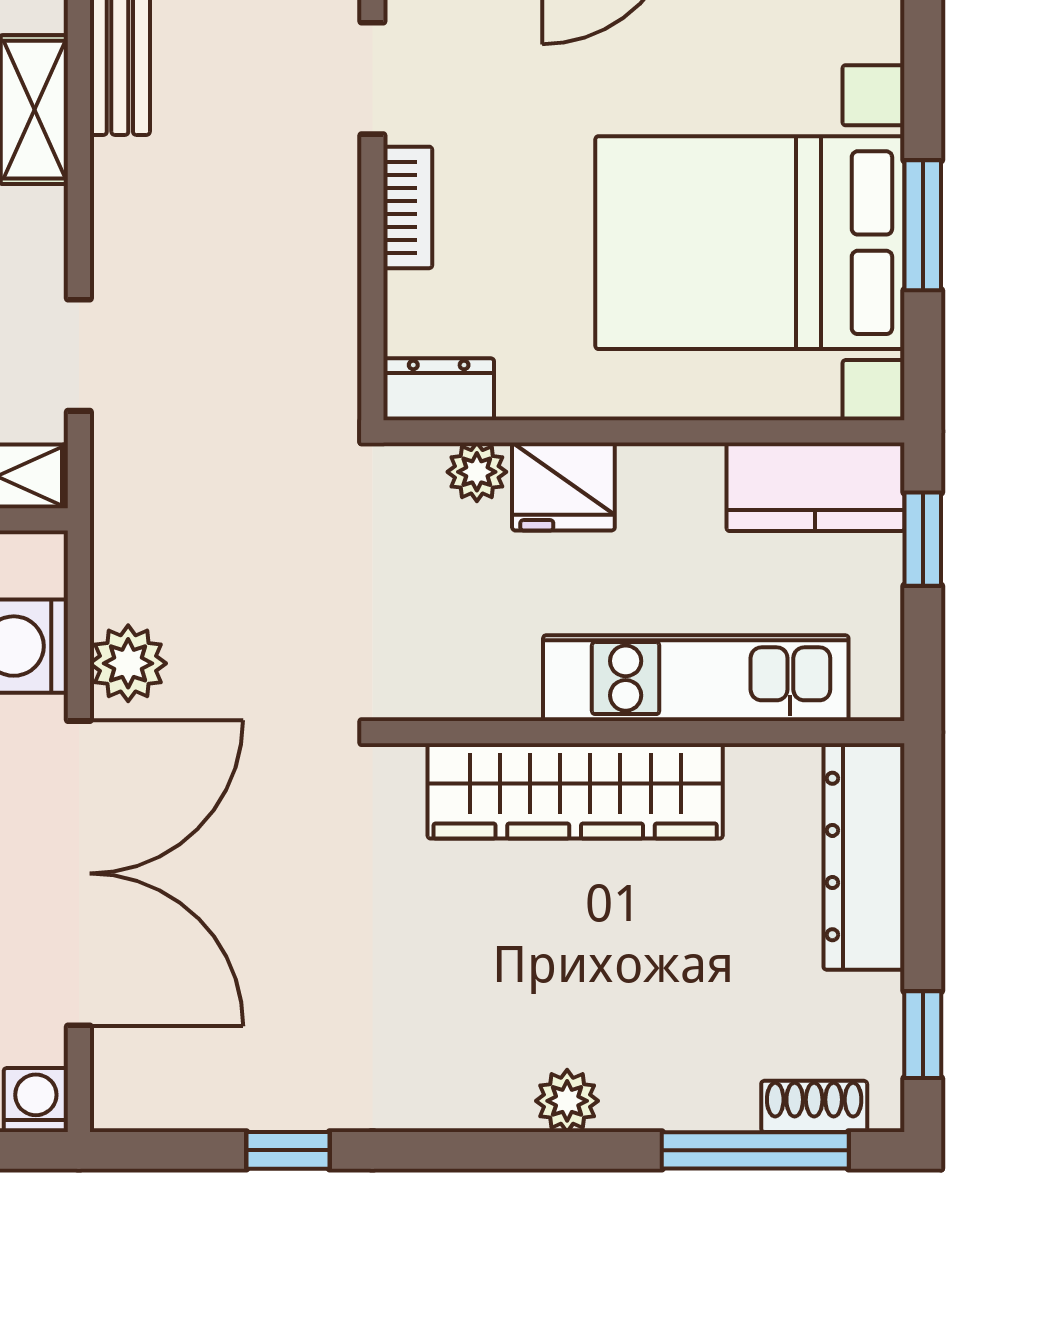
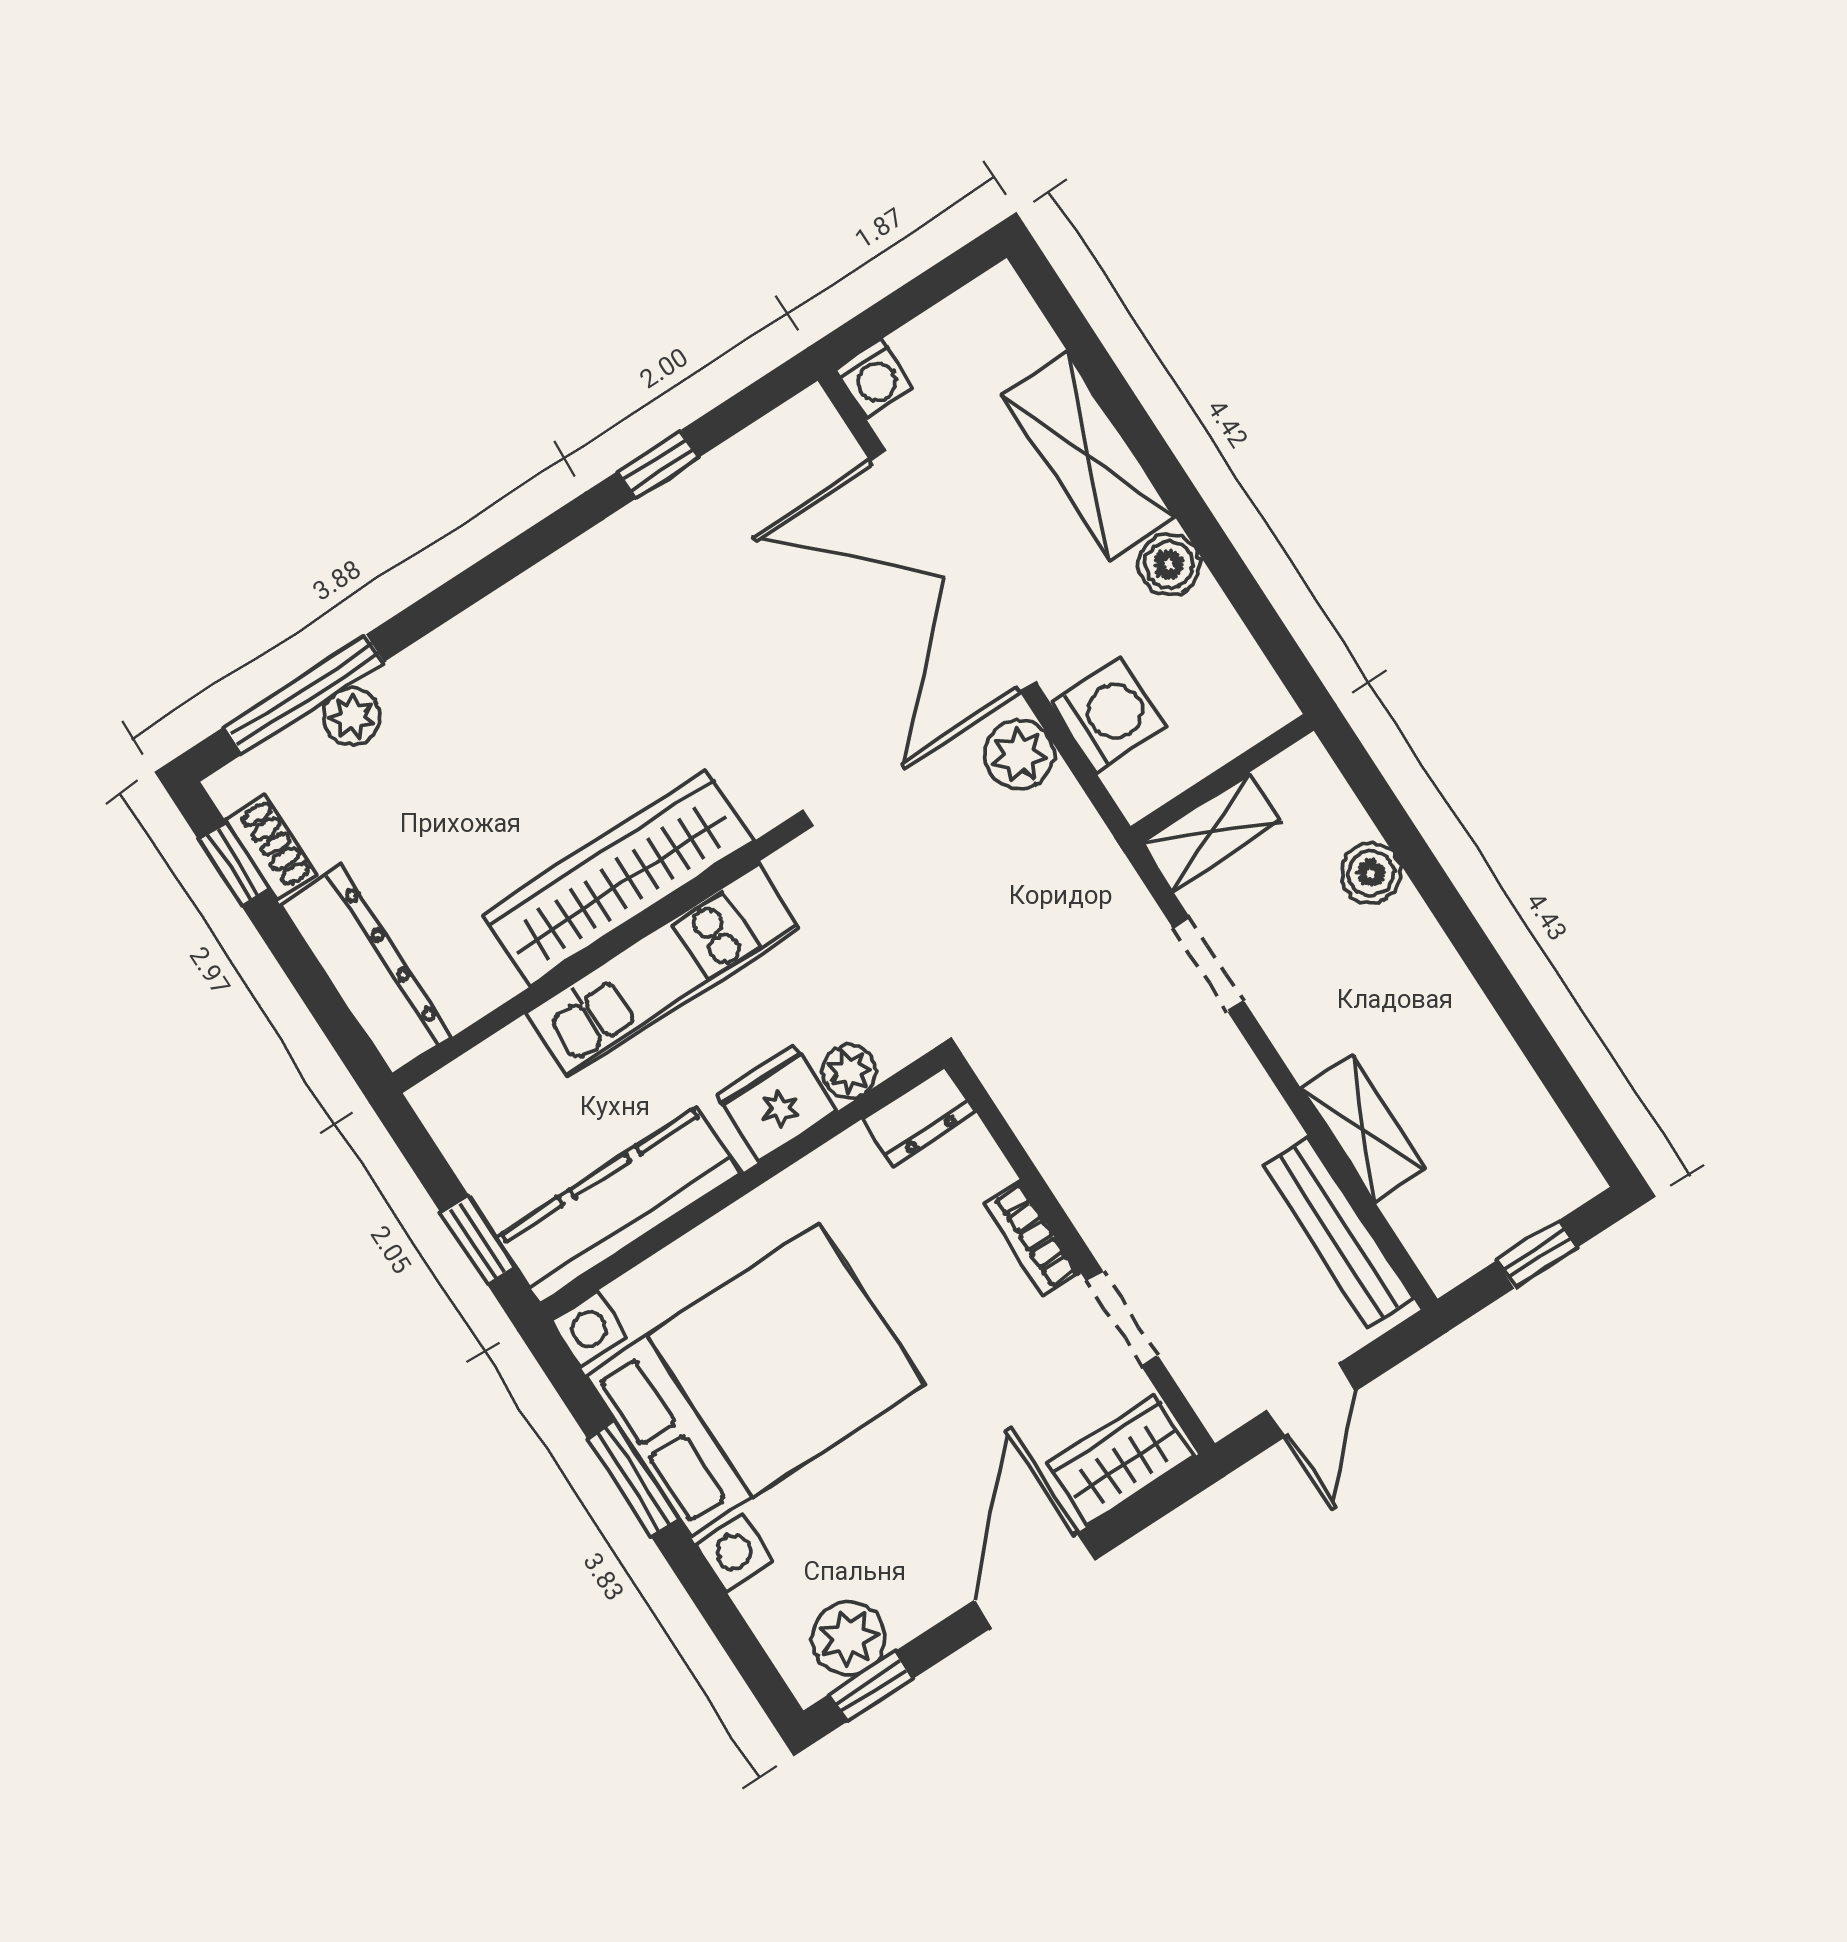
kitchen counter: (815, 487) -> (619, 1205), width x1.50
kitchen unit: (696, 678) -> (663, 971), moved
plant: (567, 1101) -> (352, 717), moved
shoe rack: (814, 1106) -> (271, 847), moved, turned -90

